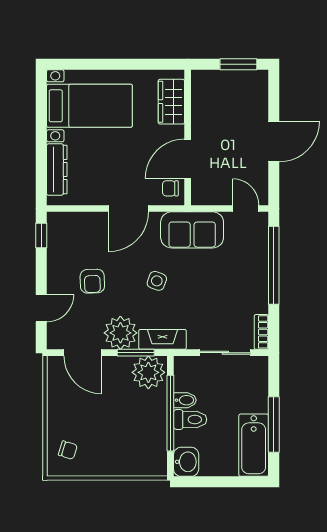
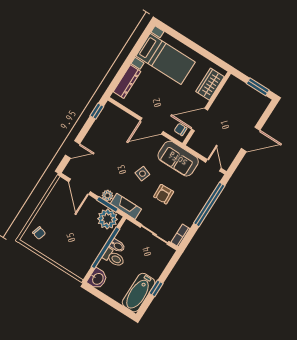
armchair: (92, 281) -> (164, 194), moved
plant: (120, 333) -> (107, 196), width x0.53, depth x0.53
window: (274, 425) -> (156, 288), width x0.46

